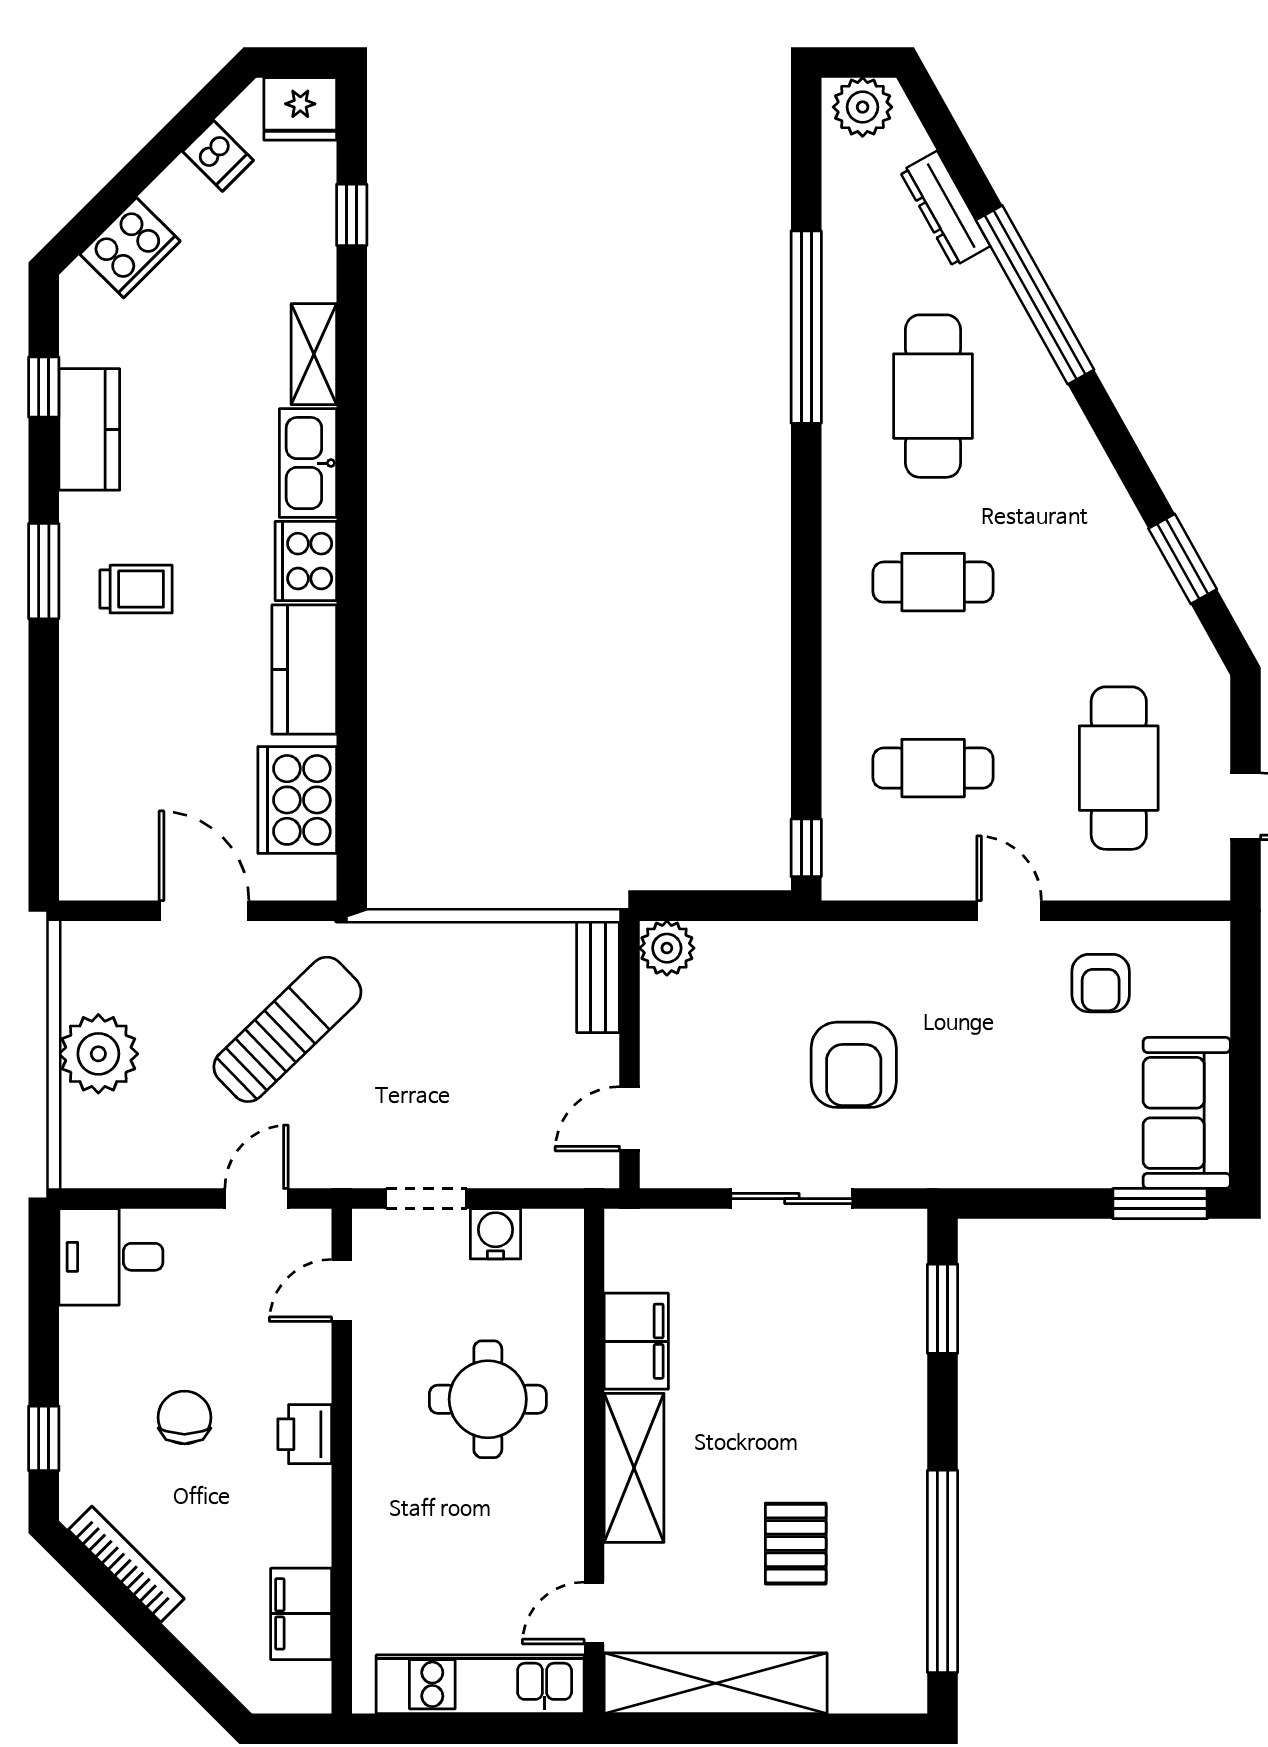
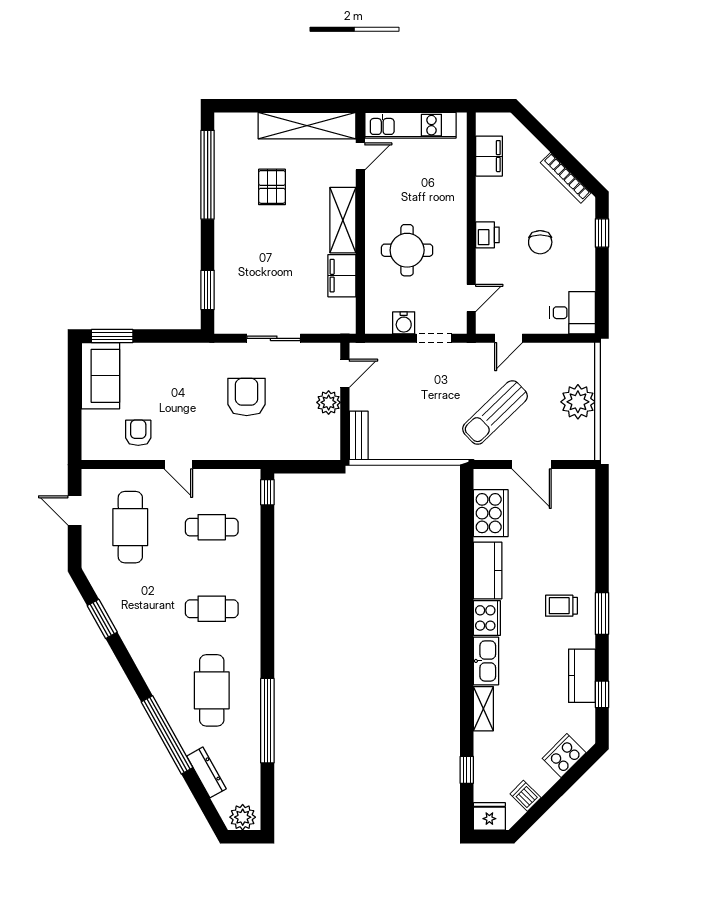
plant: (667, 948) -> (329, 402), moved

